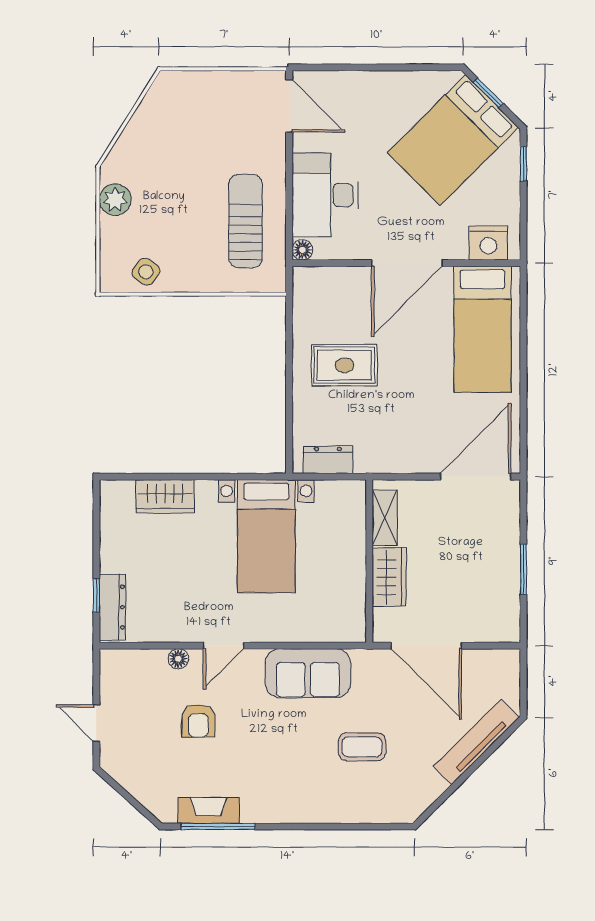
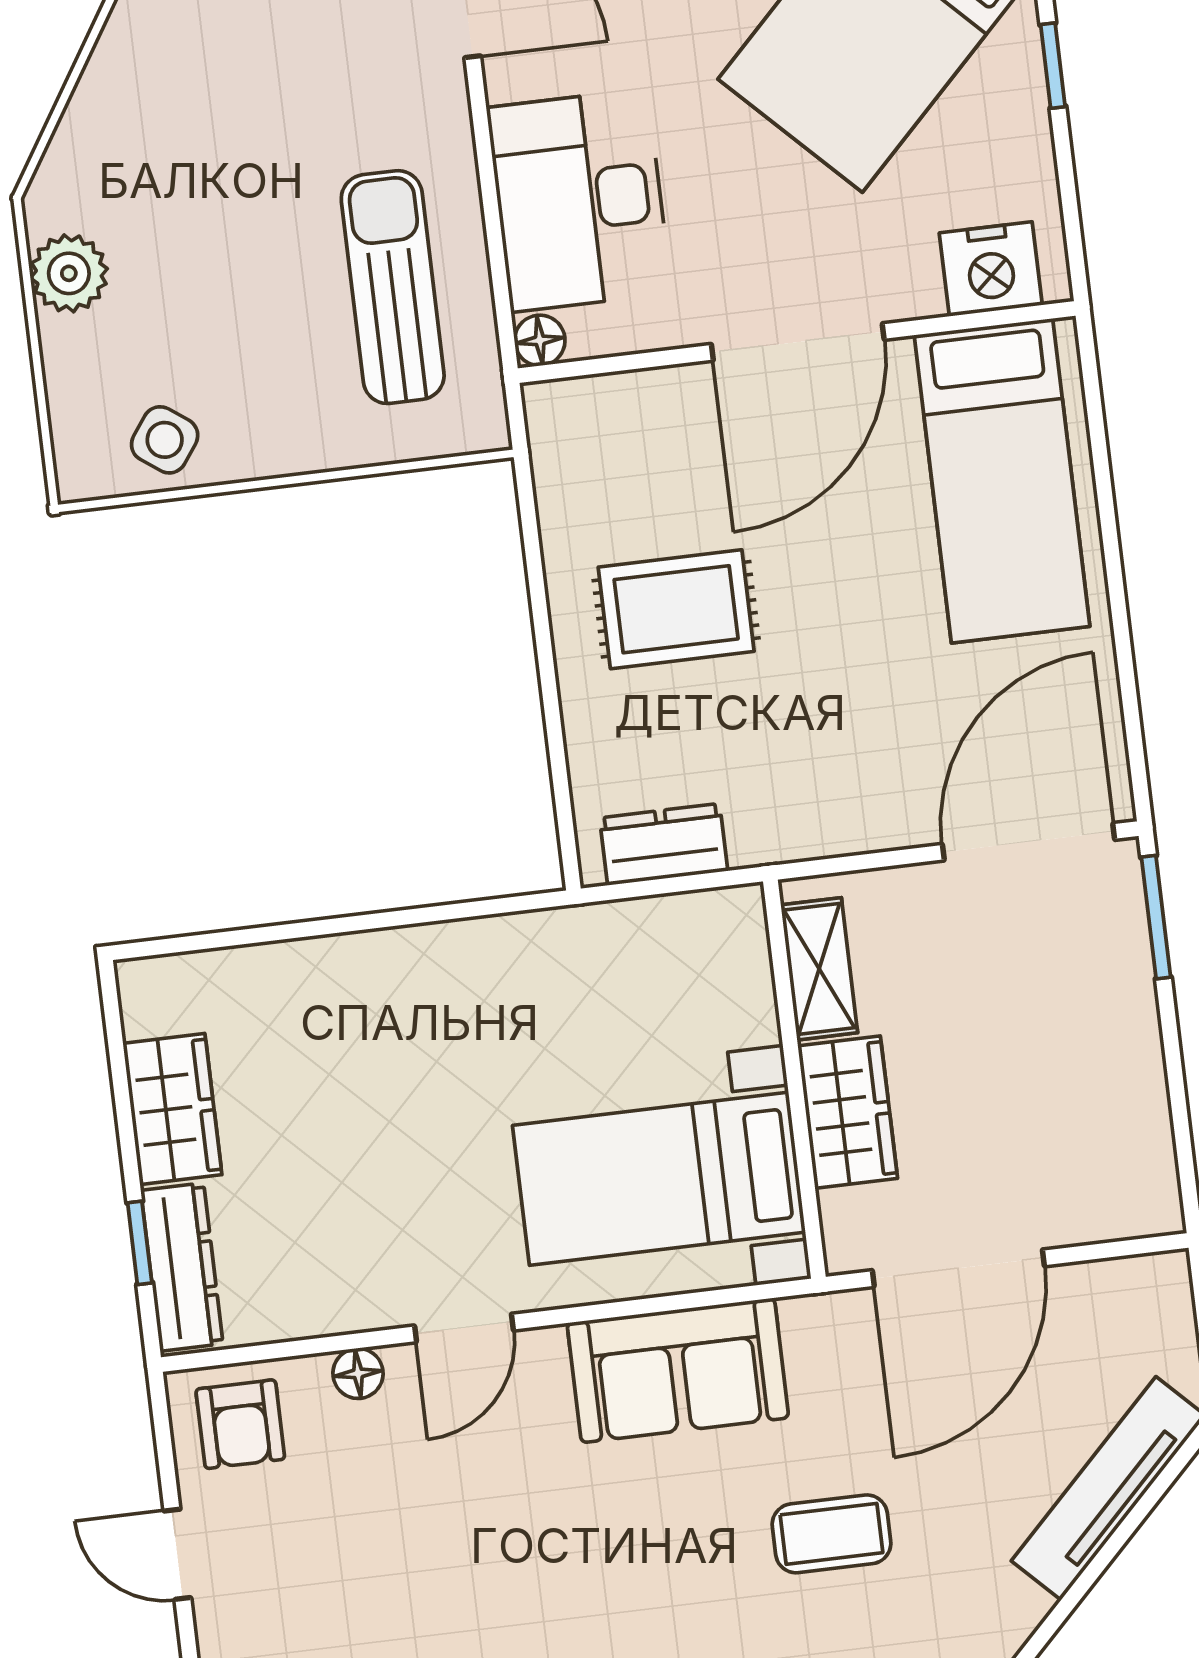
wardrobe: (165, 496) -> (172, 1109), moved, turned -90
bed with nightstands: (266, 536) -> (659, 1179), moved, turned 90
window: (523, 569) -> (1156, 917), moved
door: (426, 646) -> (958, 1268), hinge flipped
armchair: (198, 721) -> (240, 1424), moved

